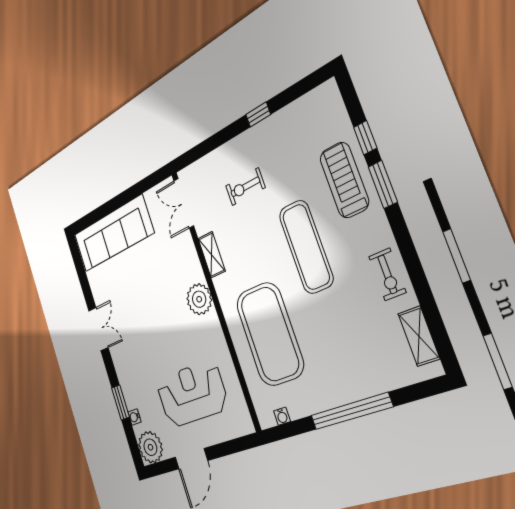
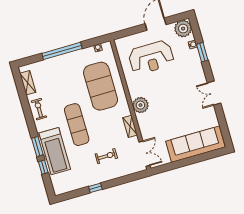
treadmill: (344, 180) -> (55, 151), width x1.37, depth x1.38

